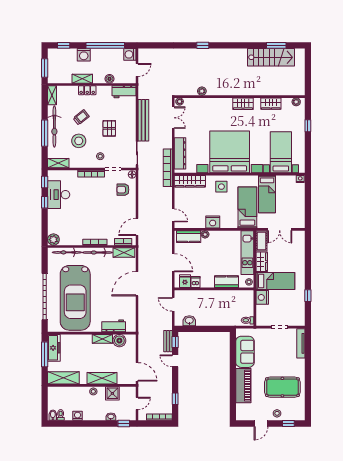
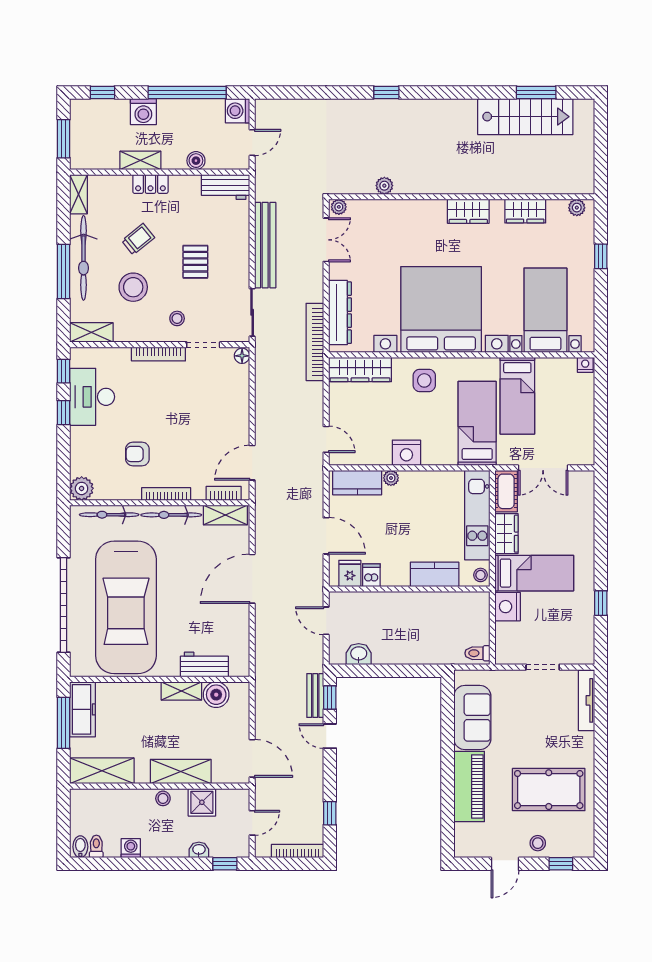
armchair: (123, 190) -> (137, 454), moved

